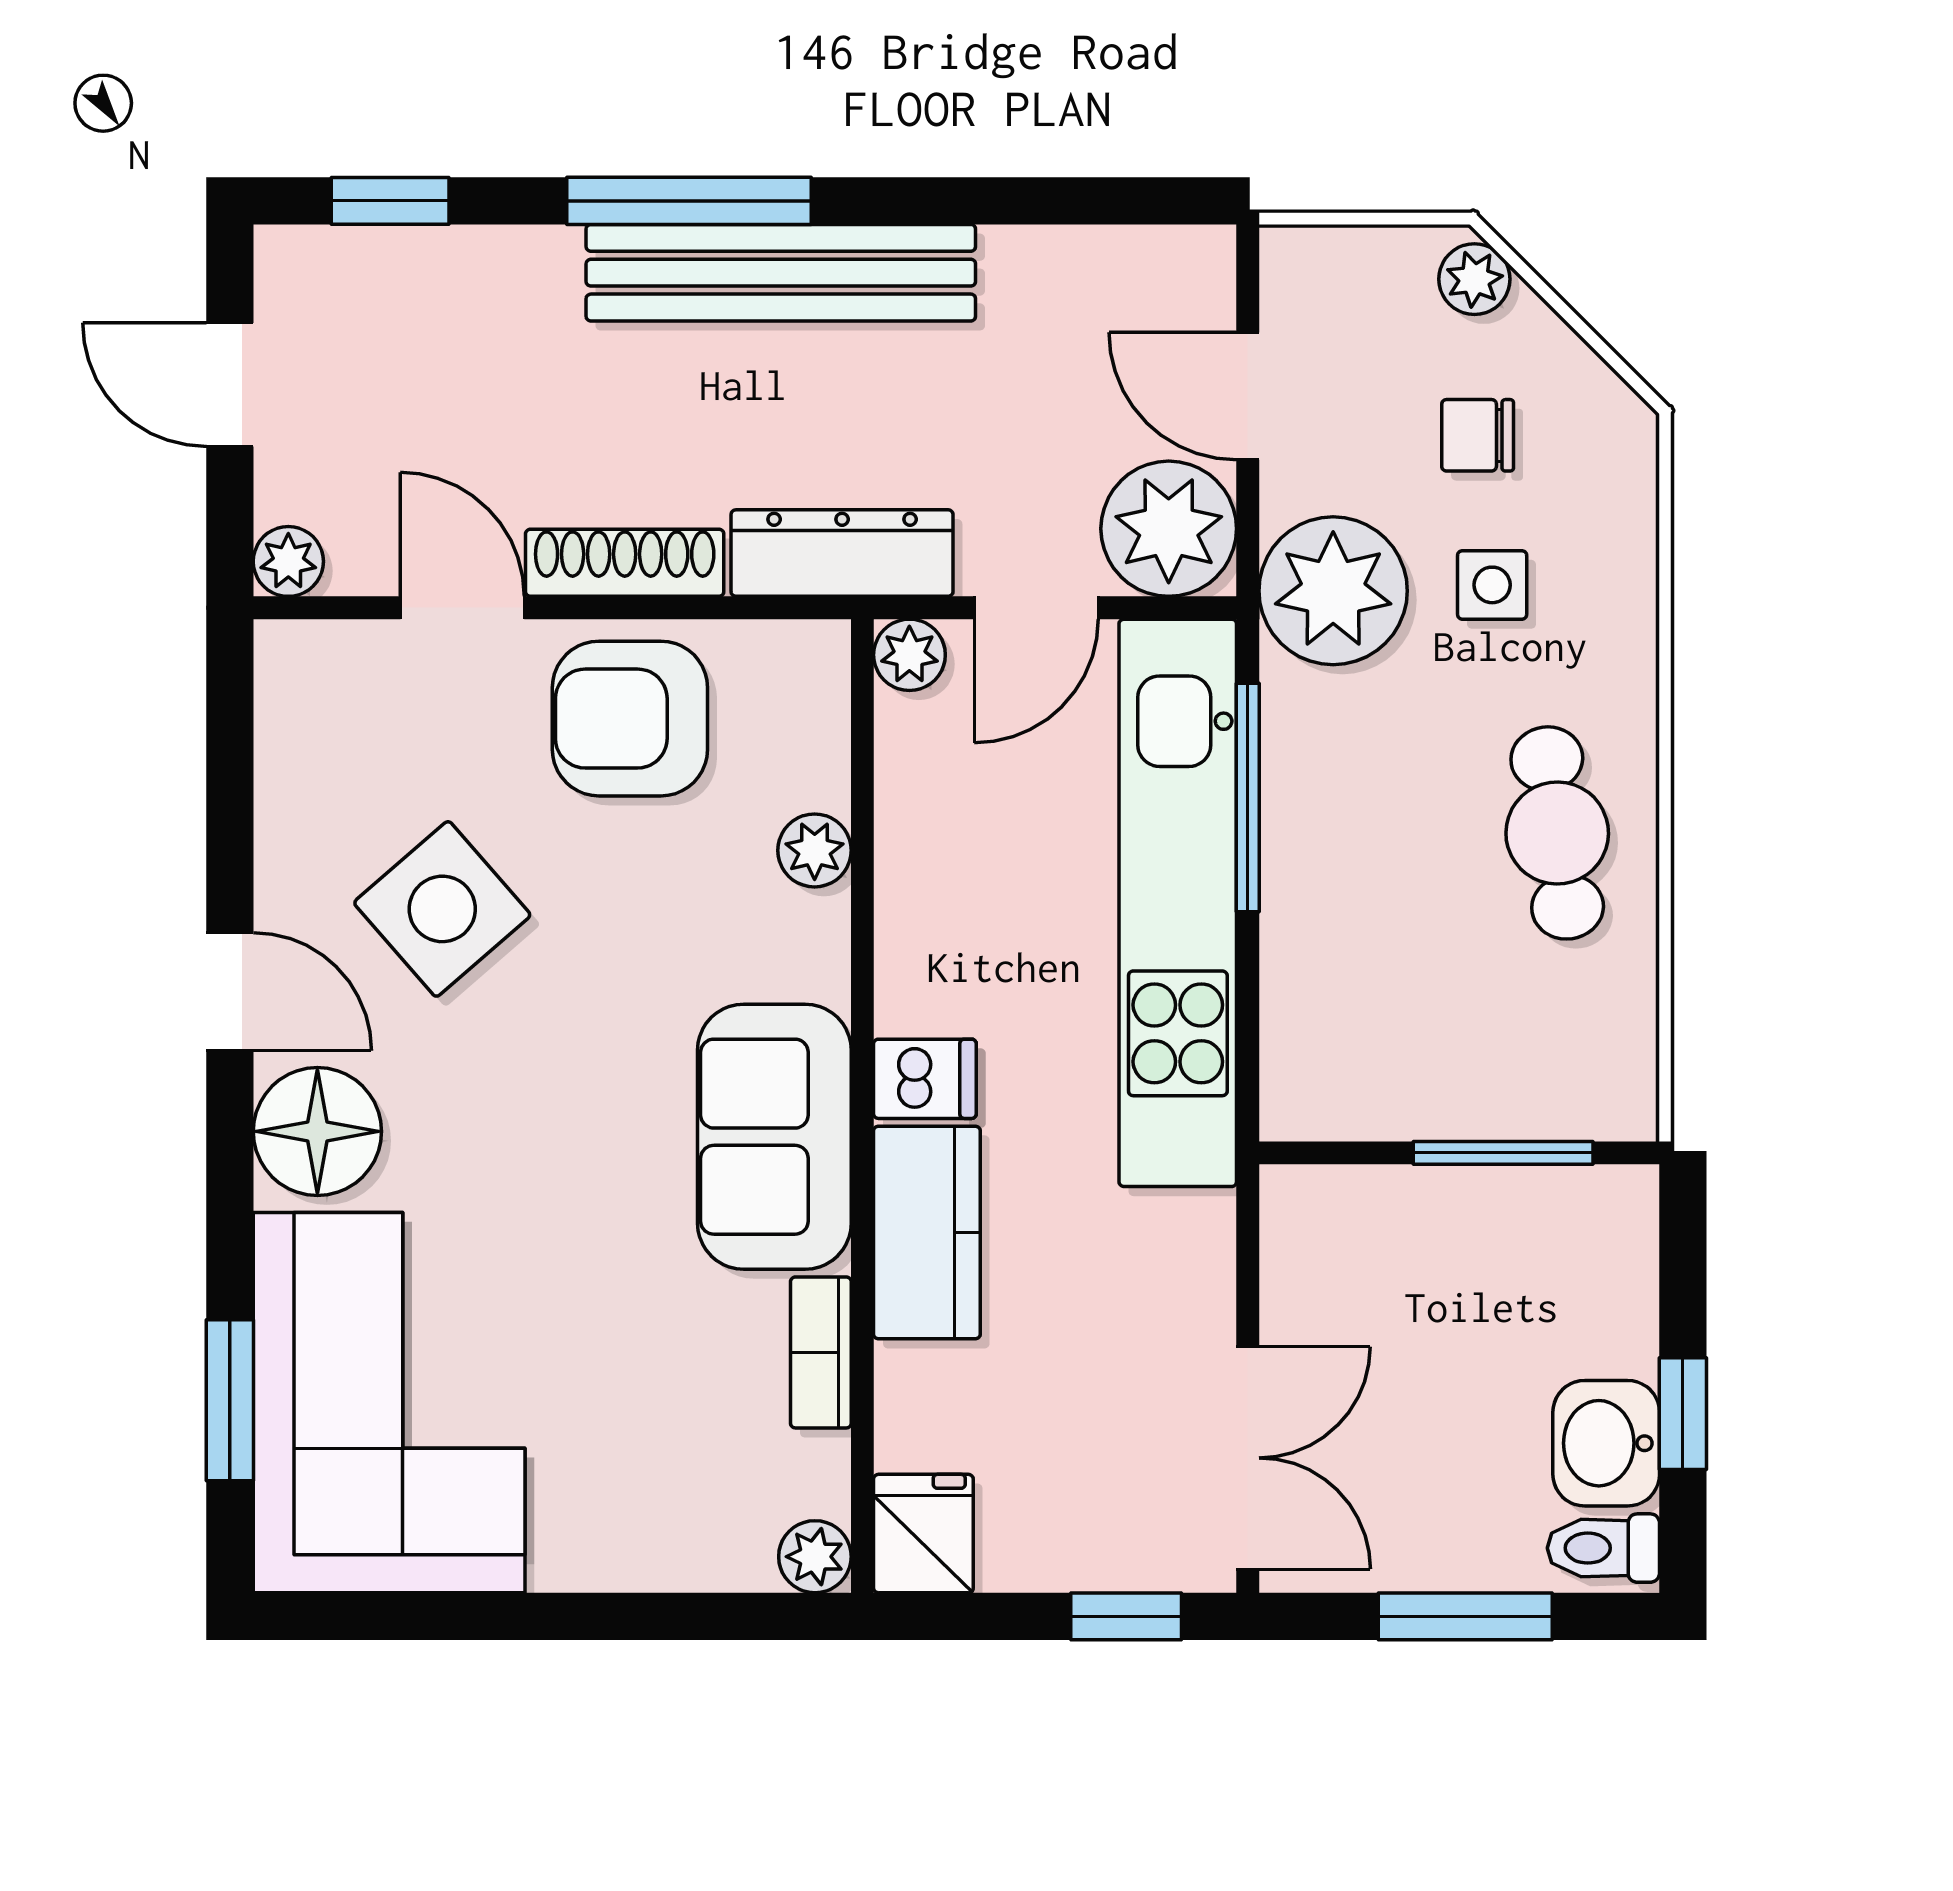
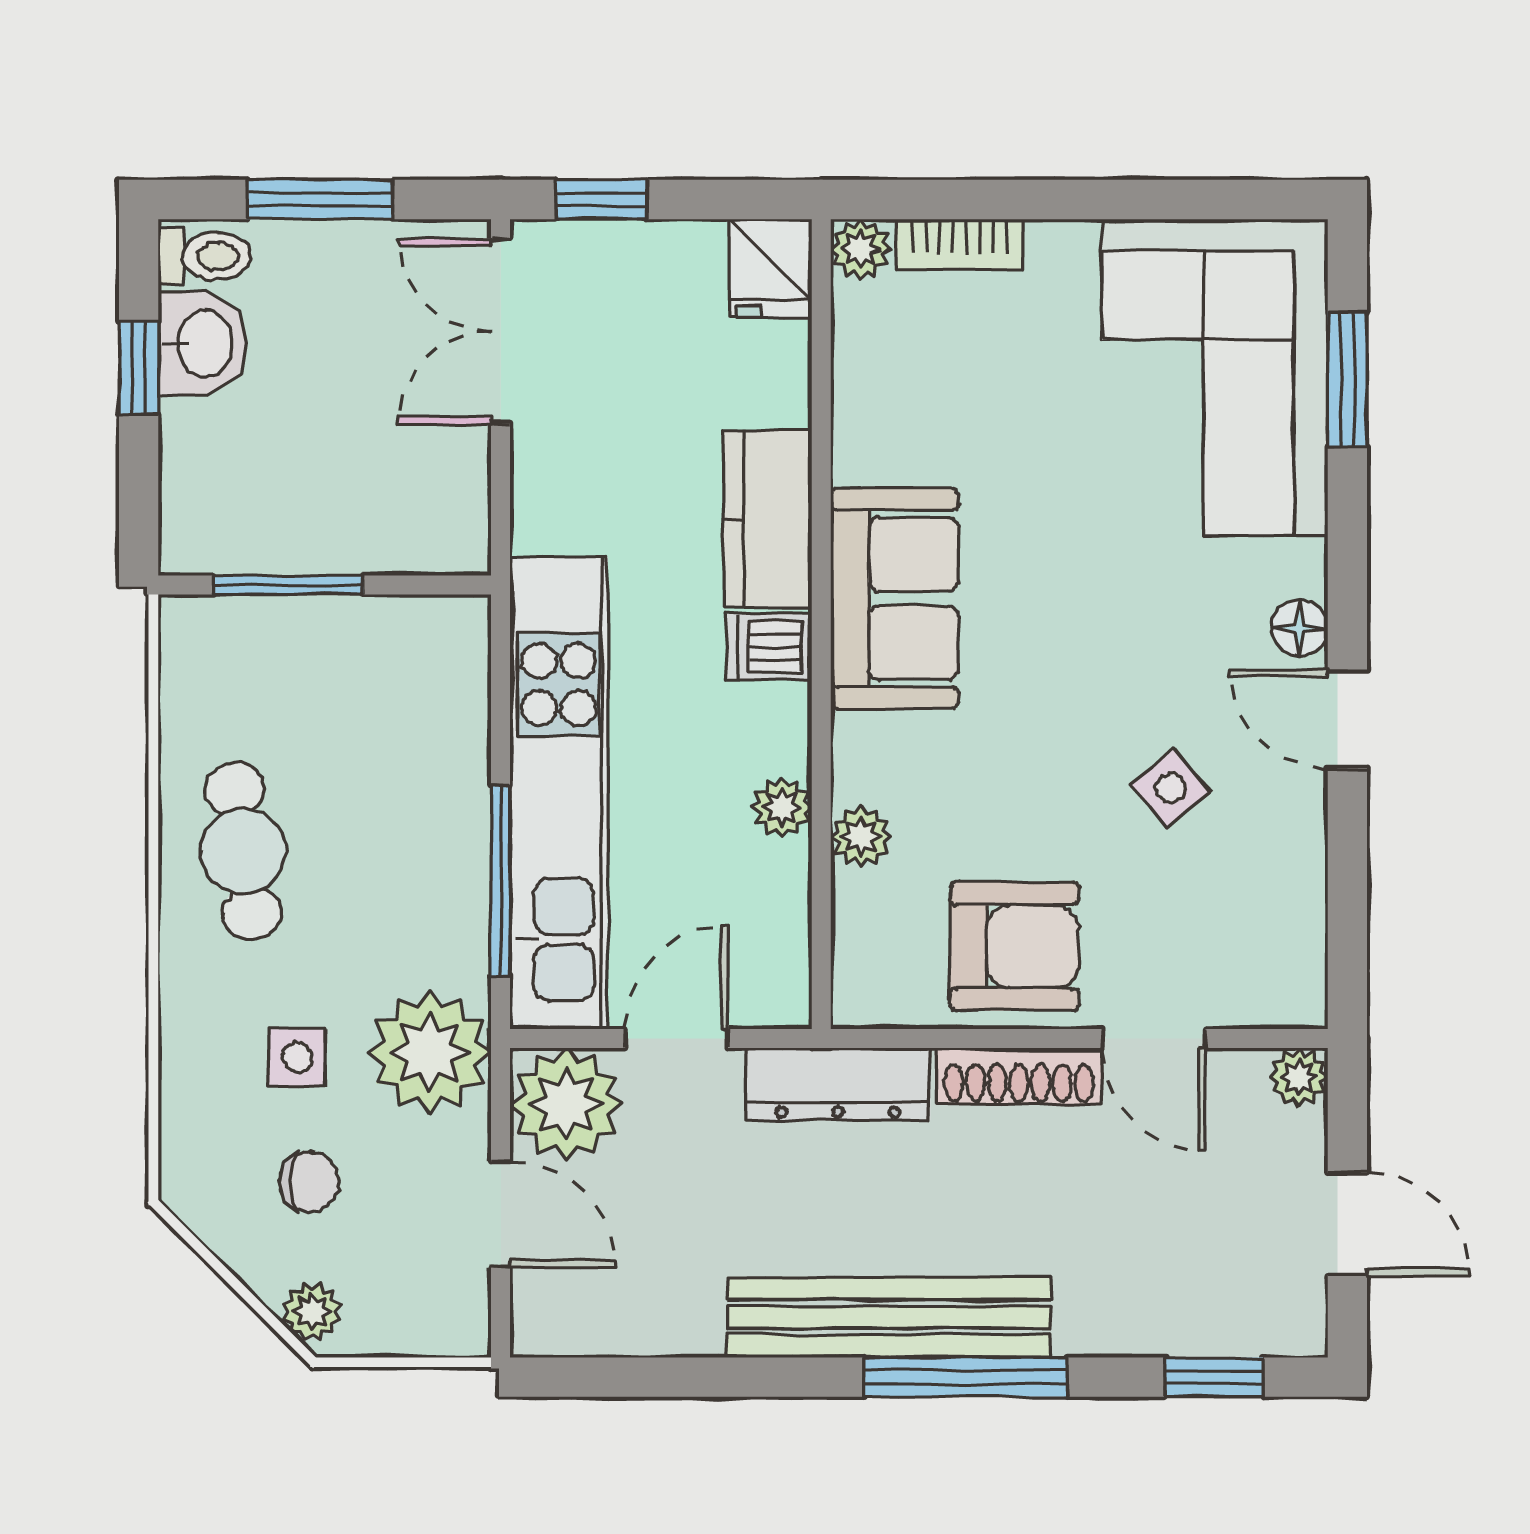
plant: (909, 655) -> (782, 807), moved
side table: (442, 909) -> (1171, 788), width x0.54, depth x0.54
floor lamp: (317, 1131) -> (1300, 628), width x0.53, depth x0.53
bookcase: (821, 1352) -> (960, 244), moved, turned 90

